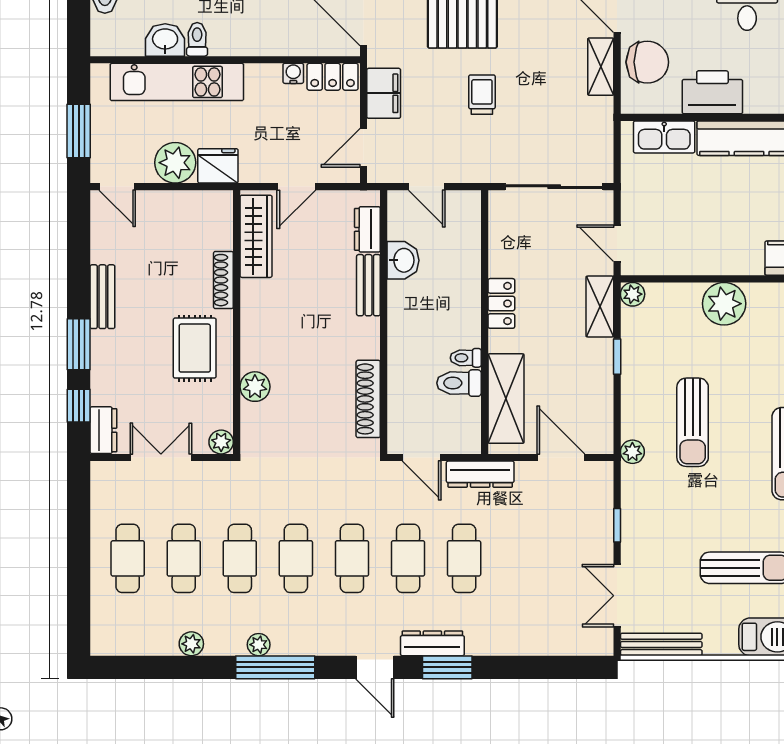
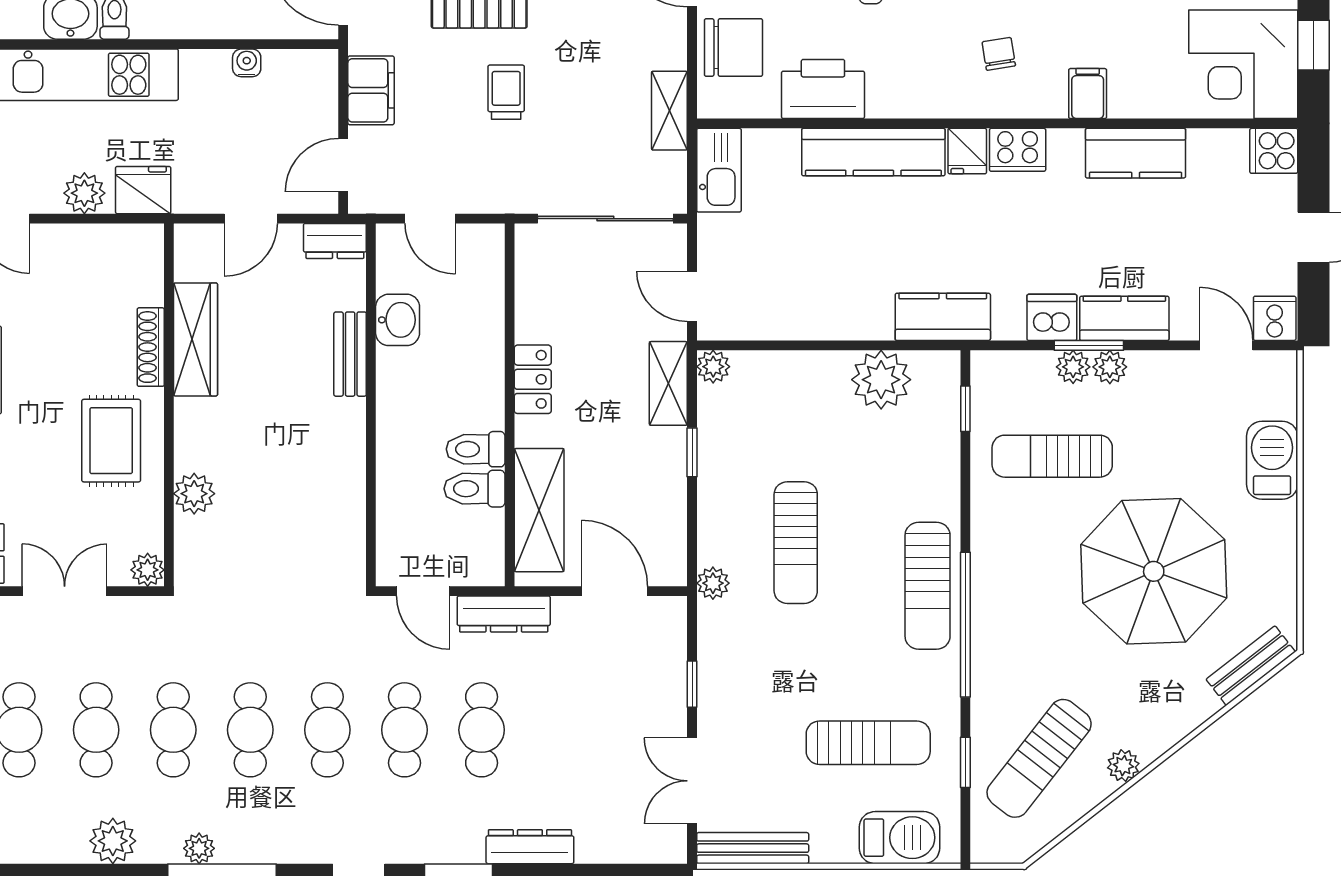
shelving: (601, 67) -> (669, 111), moved
locker: (333, 77) -> (301, 68), removed
kitchen sink: (664, 137) -> (719, 170), moved, turned -90
plant: (175, 163) -> (84, 193), width x0.73, depth x0.73
dresser: (367, 229) -> (335, 241), moved, turned -90
wardrobe: (256, 236) -> (195, 339), moved
plant: (724, 304) -> (881, 380), moved
toilet: (466, 358) -> (476, 449), width x1.37, depth x1.39
shoe rack: (368, 399) -> (350, 511), removed
dresser: (432, 643) -> (530, 847), moved
plant: (191, 644) -> (113, 841), width x1.38, depth x1.38

